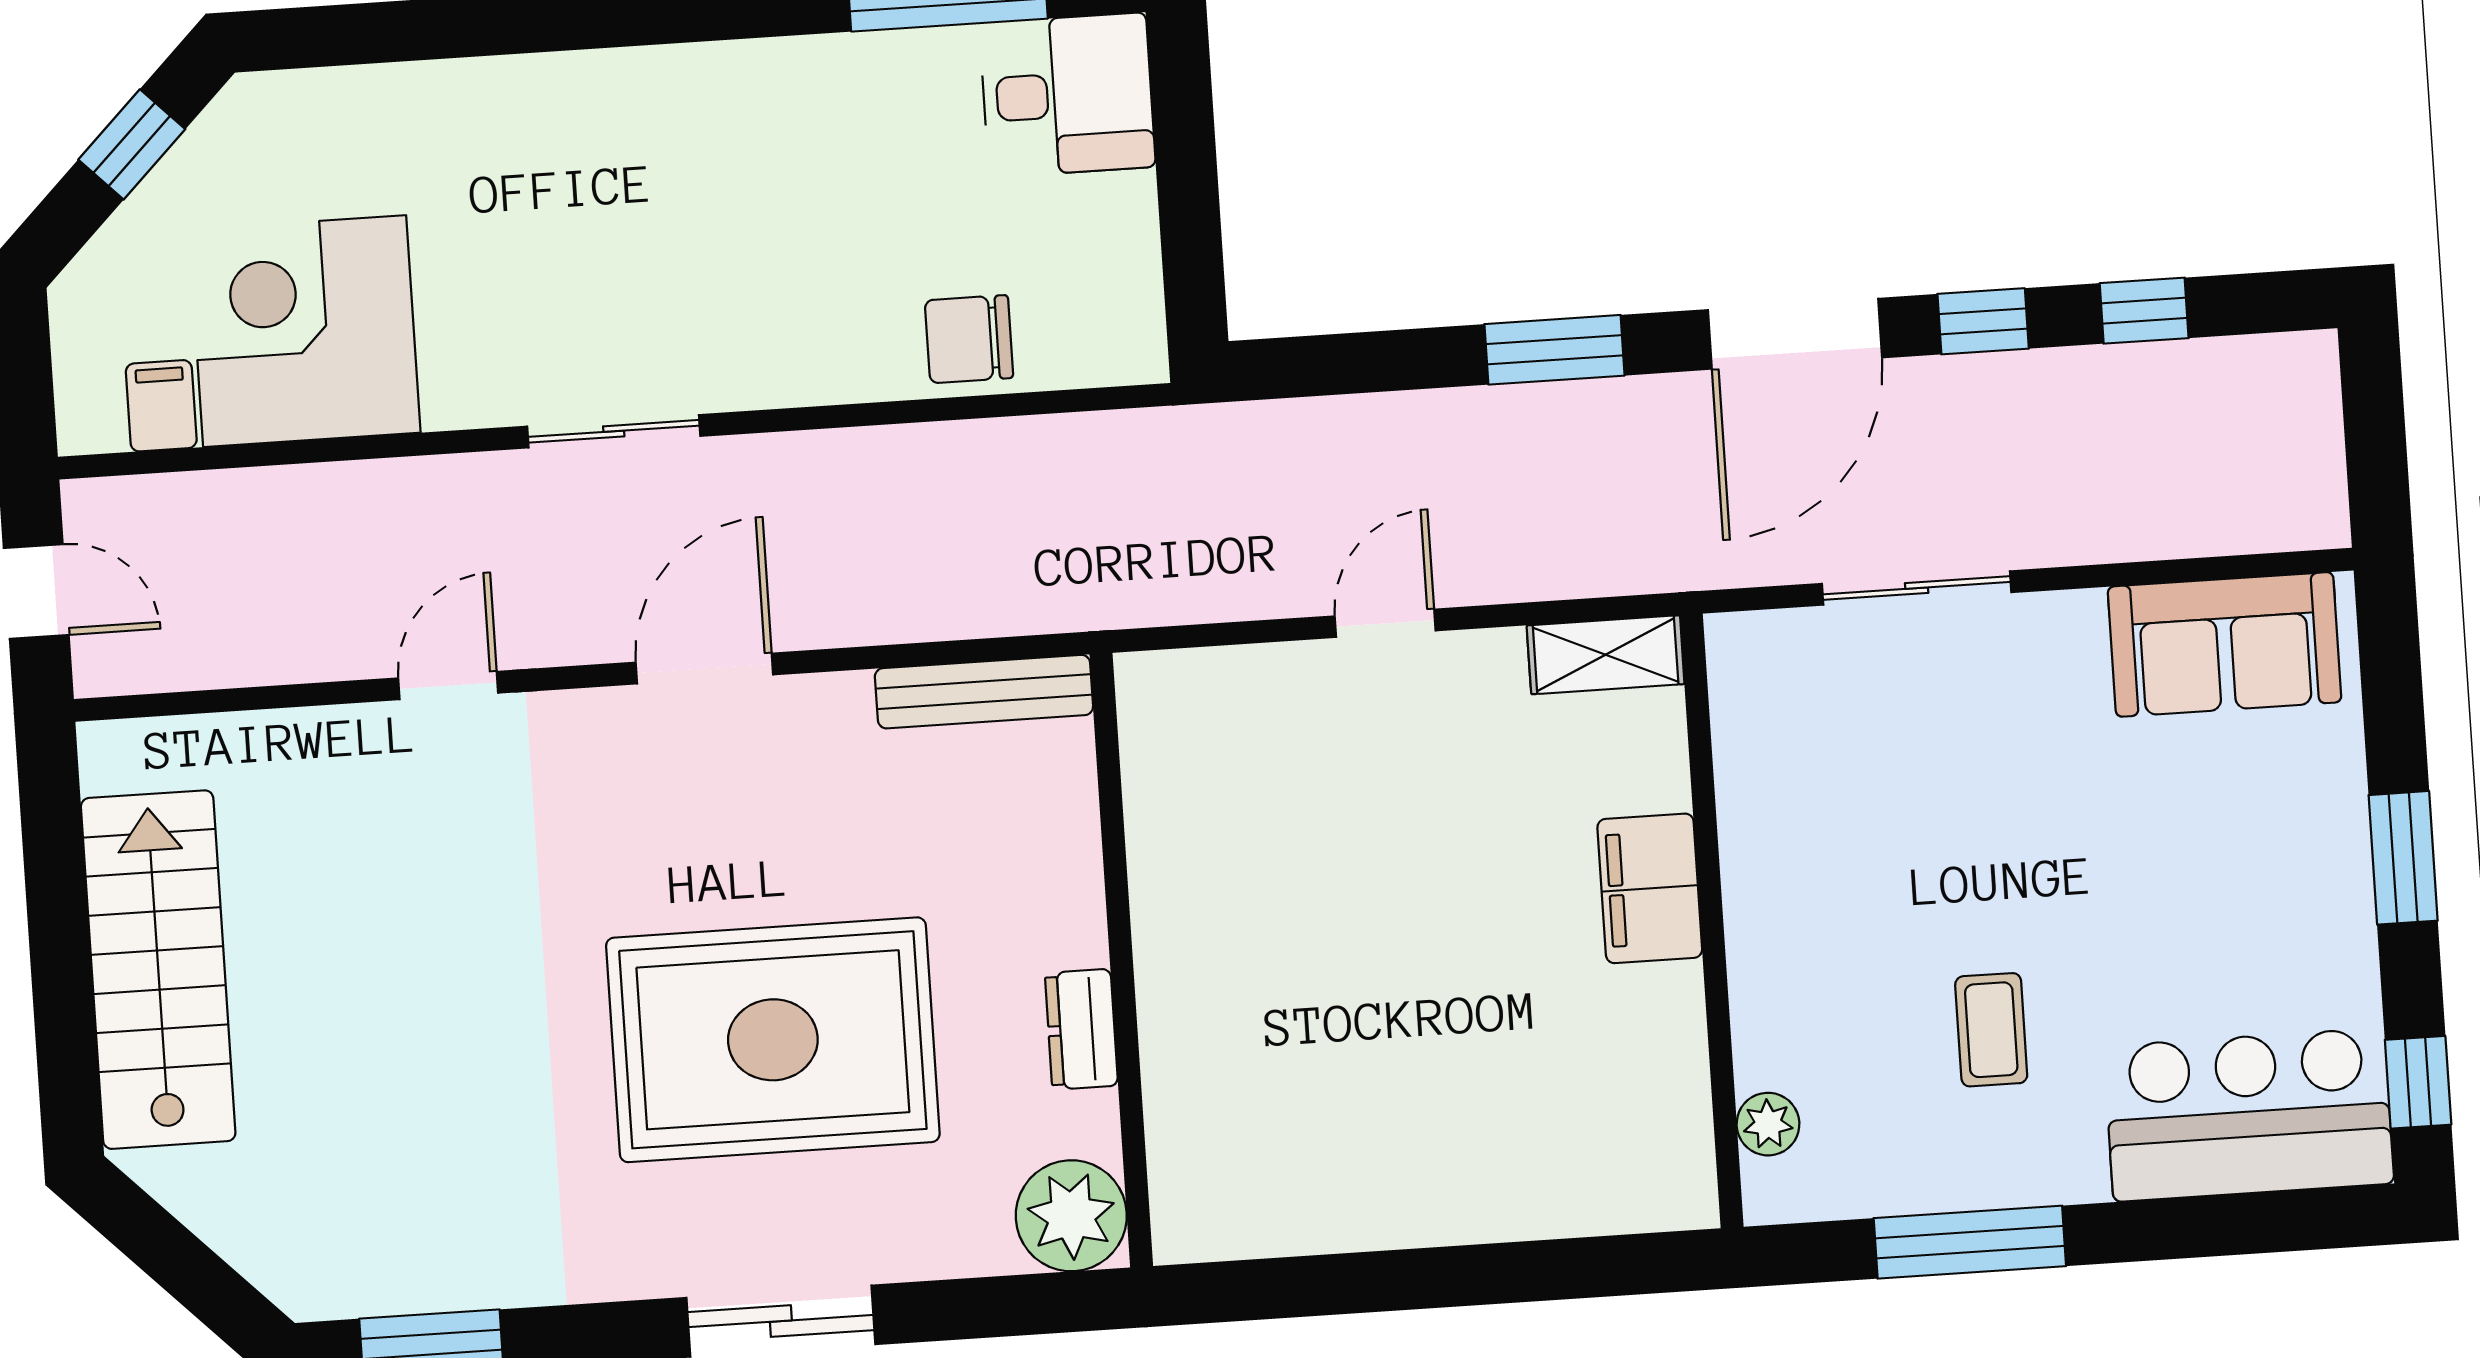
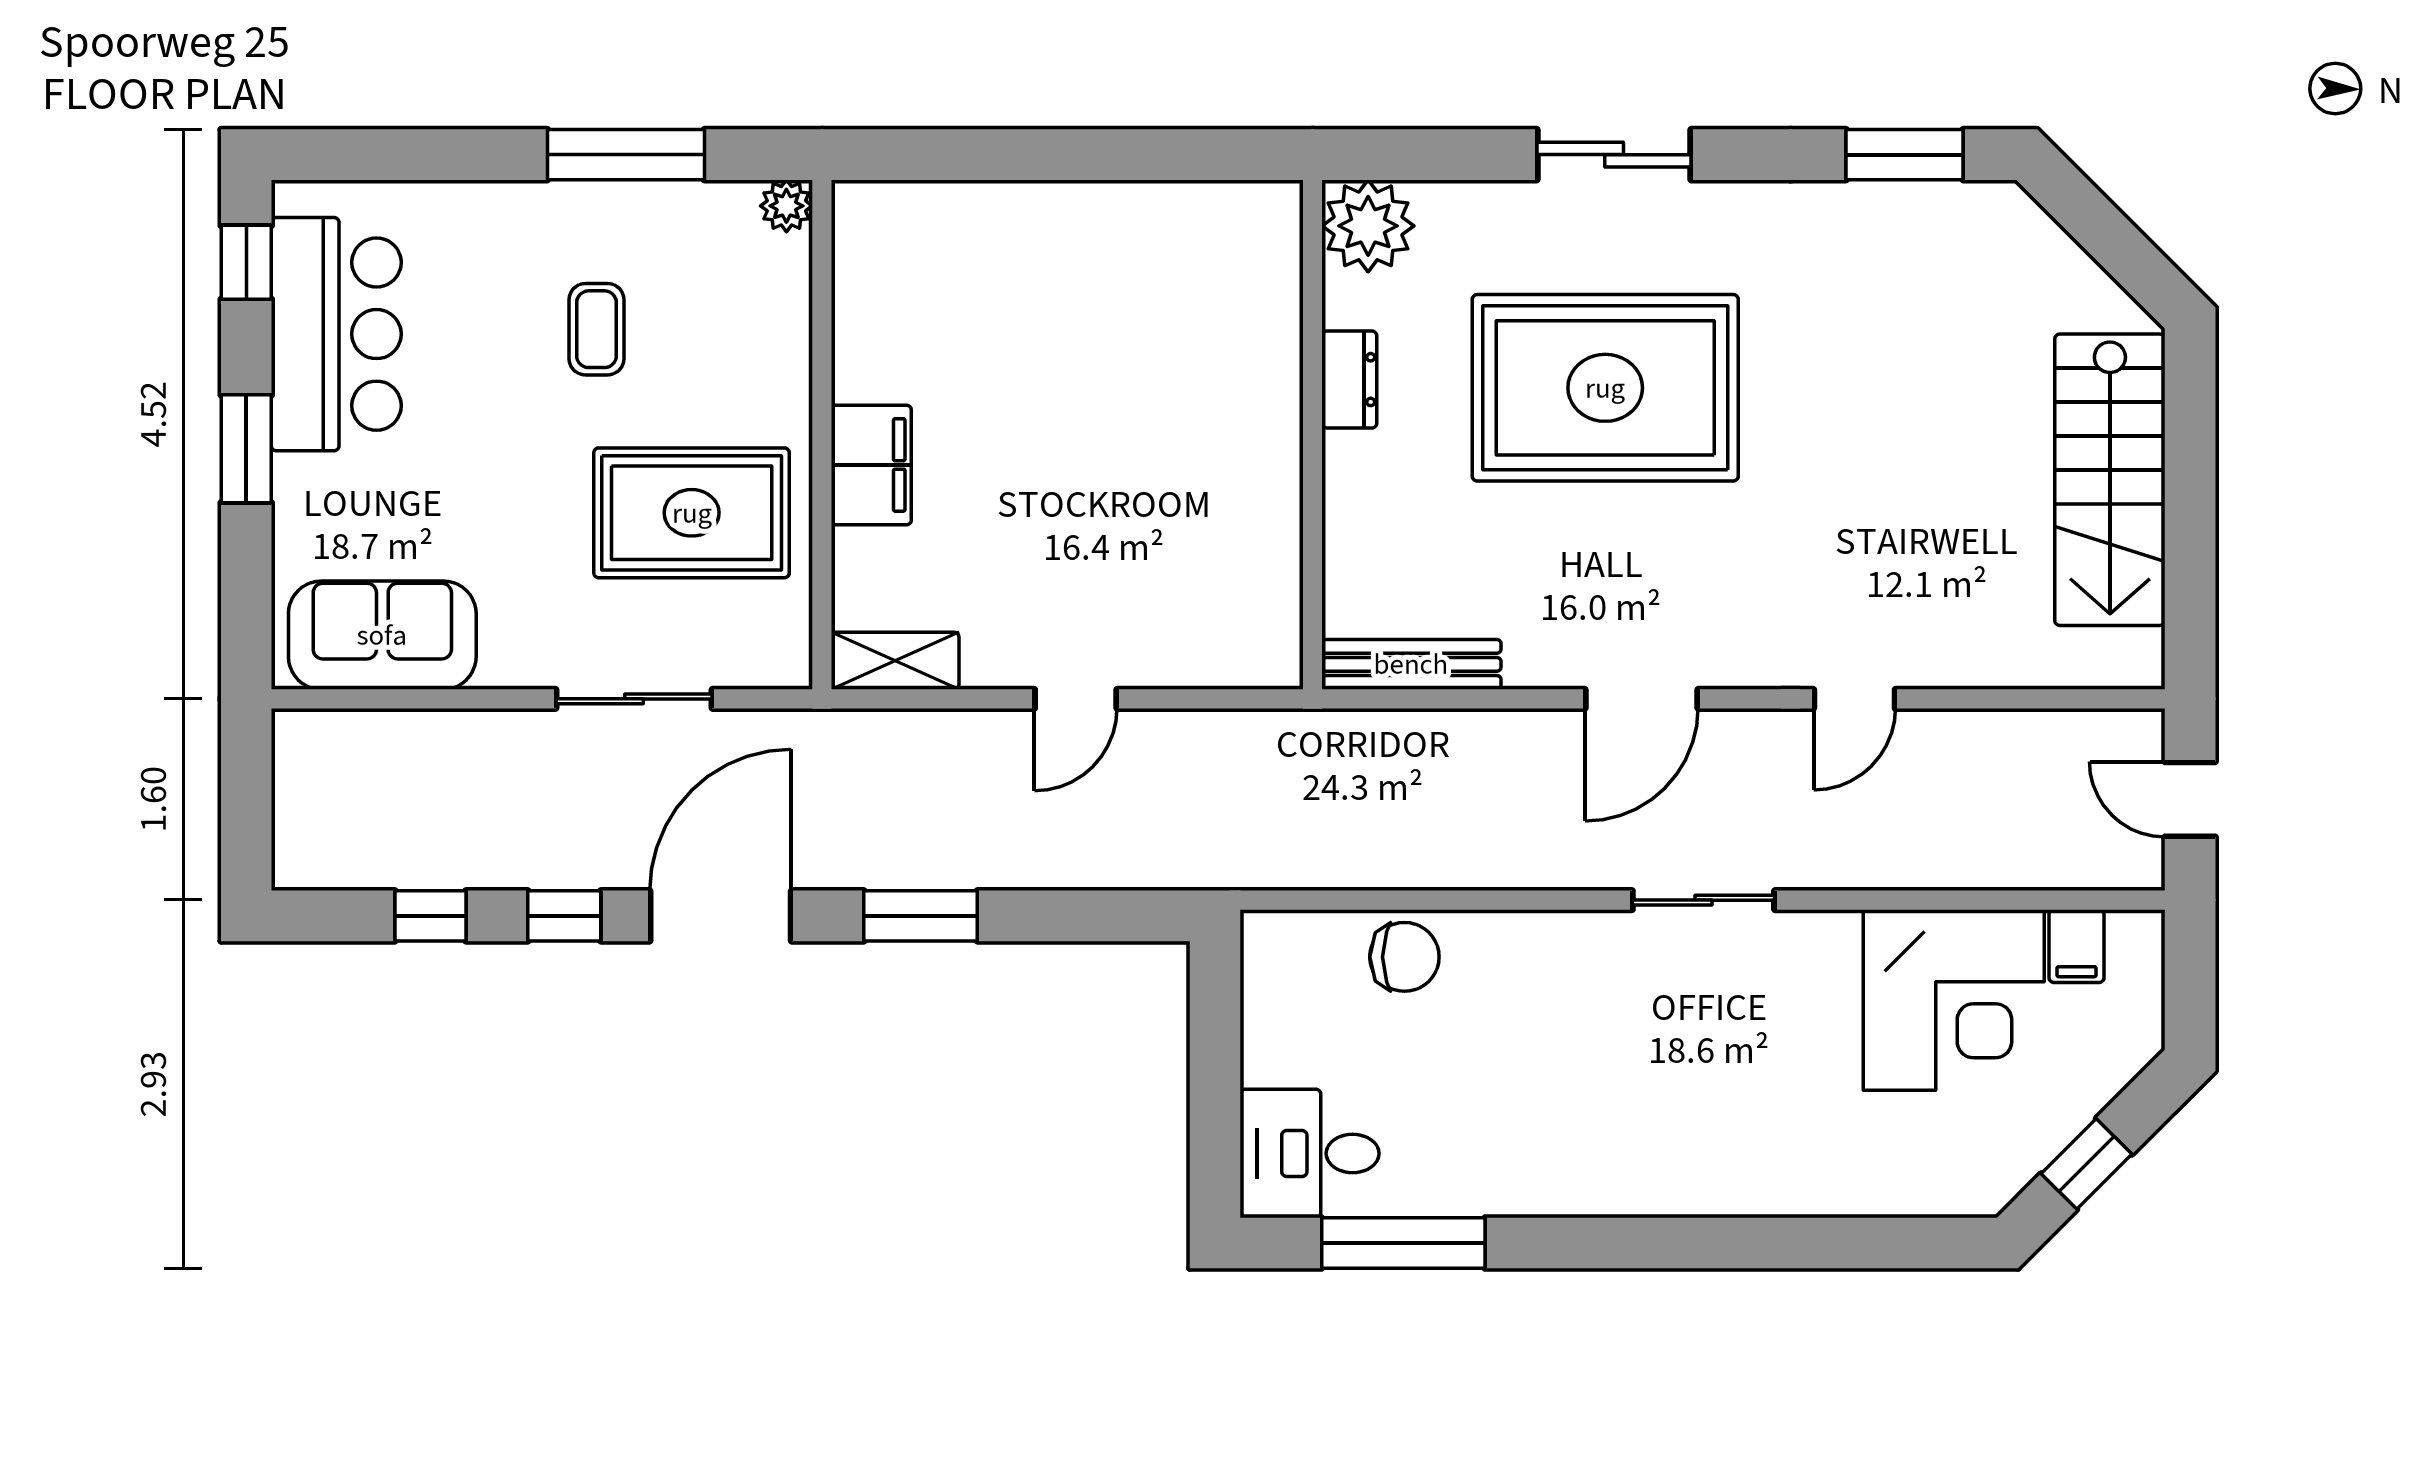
rug: (1862, 816) -> (692, 513), added
bar counter: (2249, 1115) -> (336, 334), moved, turned -90
plant: (1768, 1124) -> (786, 206), moved

